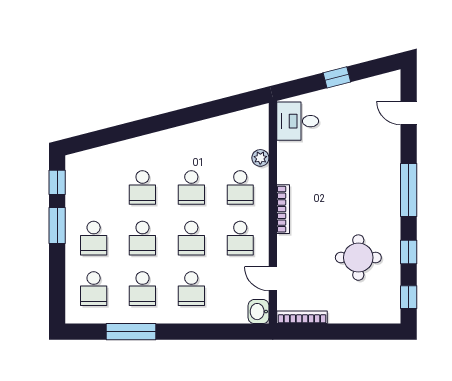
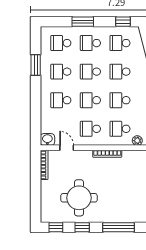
school desk: (94, 188) -> (120, 43), added
window: (57, 225) -> (83, 22), moved
round table: (358, 258) -> (79, 198), width x1.36, depth x1.36
door: (273, 279) -> (67, 148), hinge flipped
window: (131, 332) -> (36, 65), width x0.69

